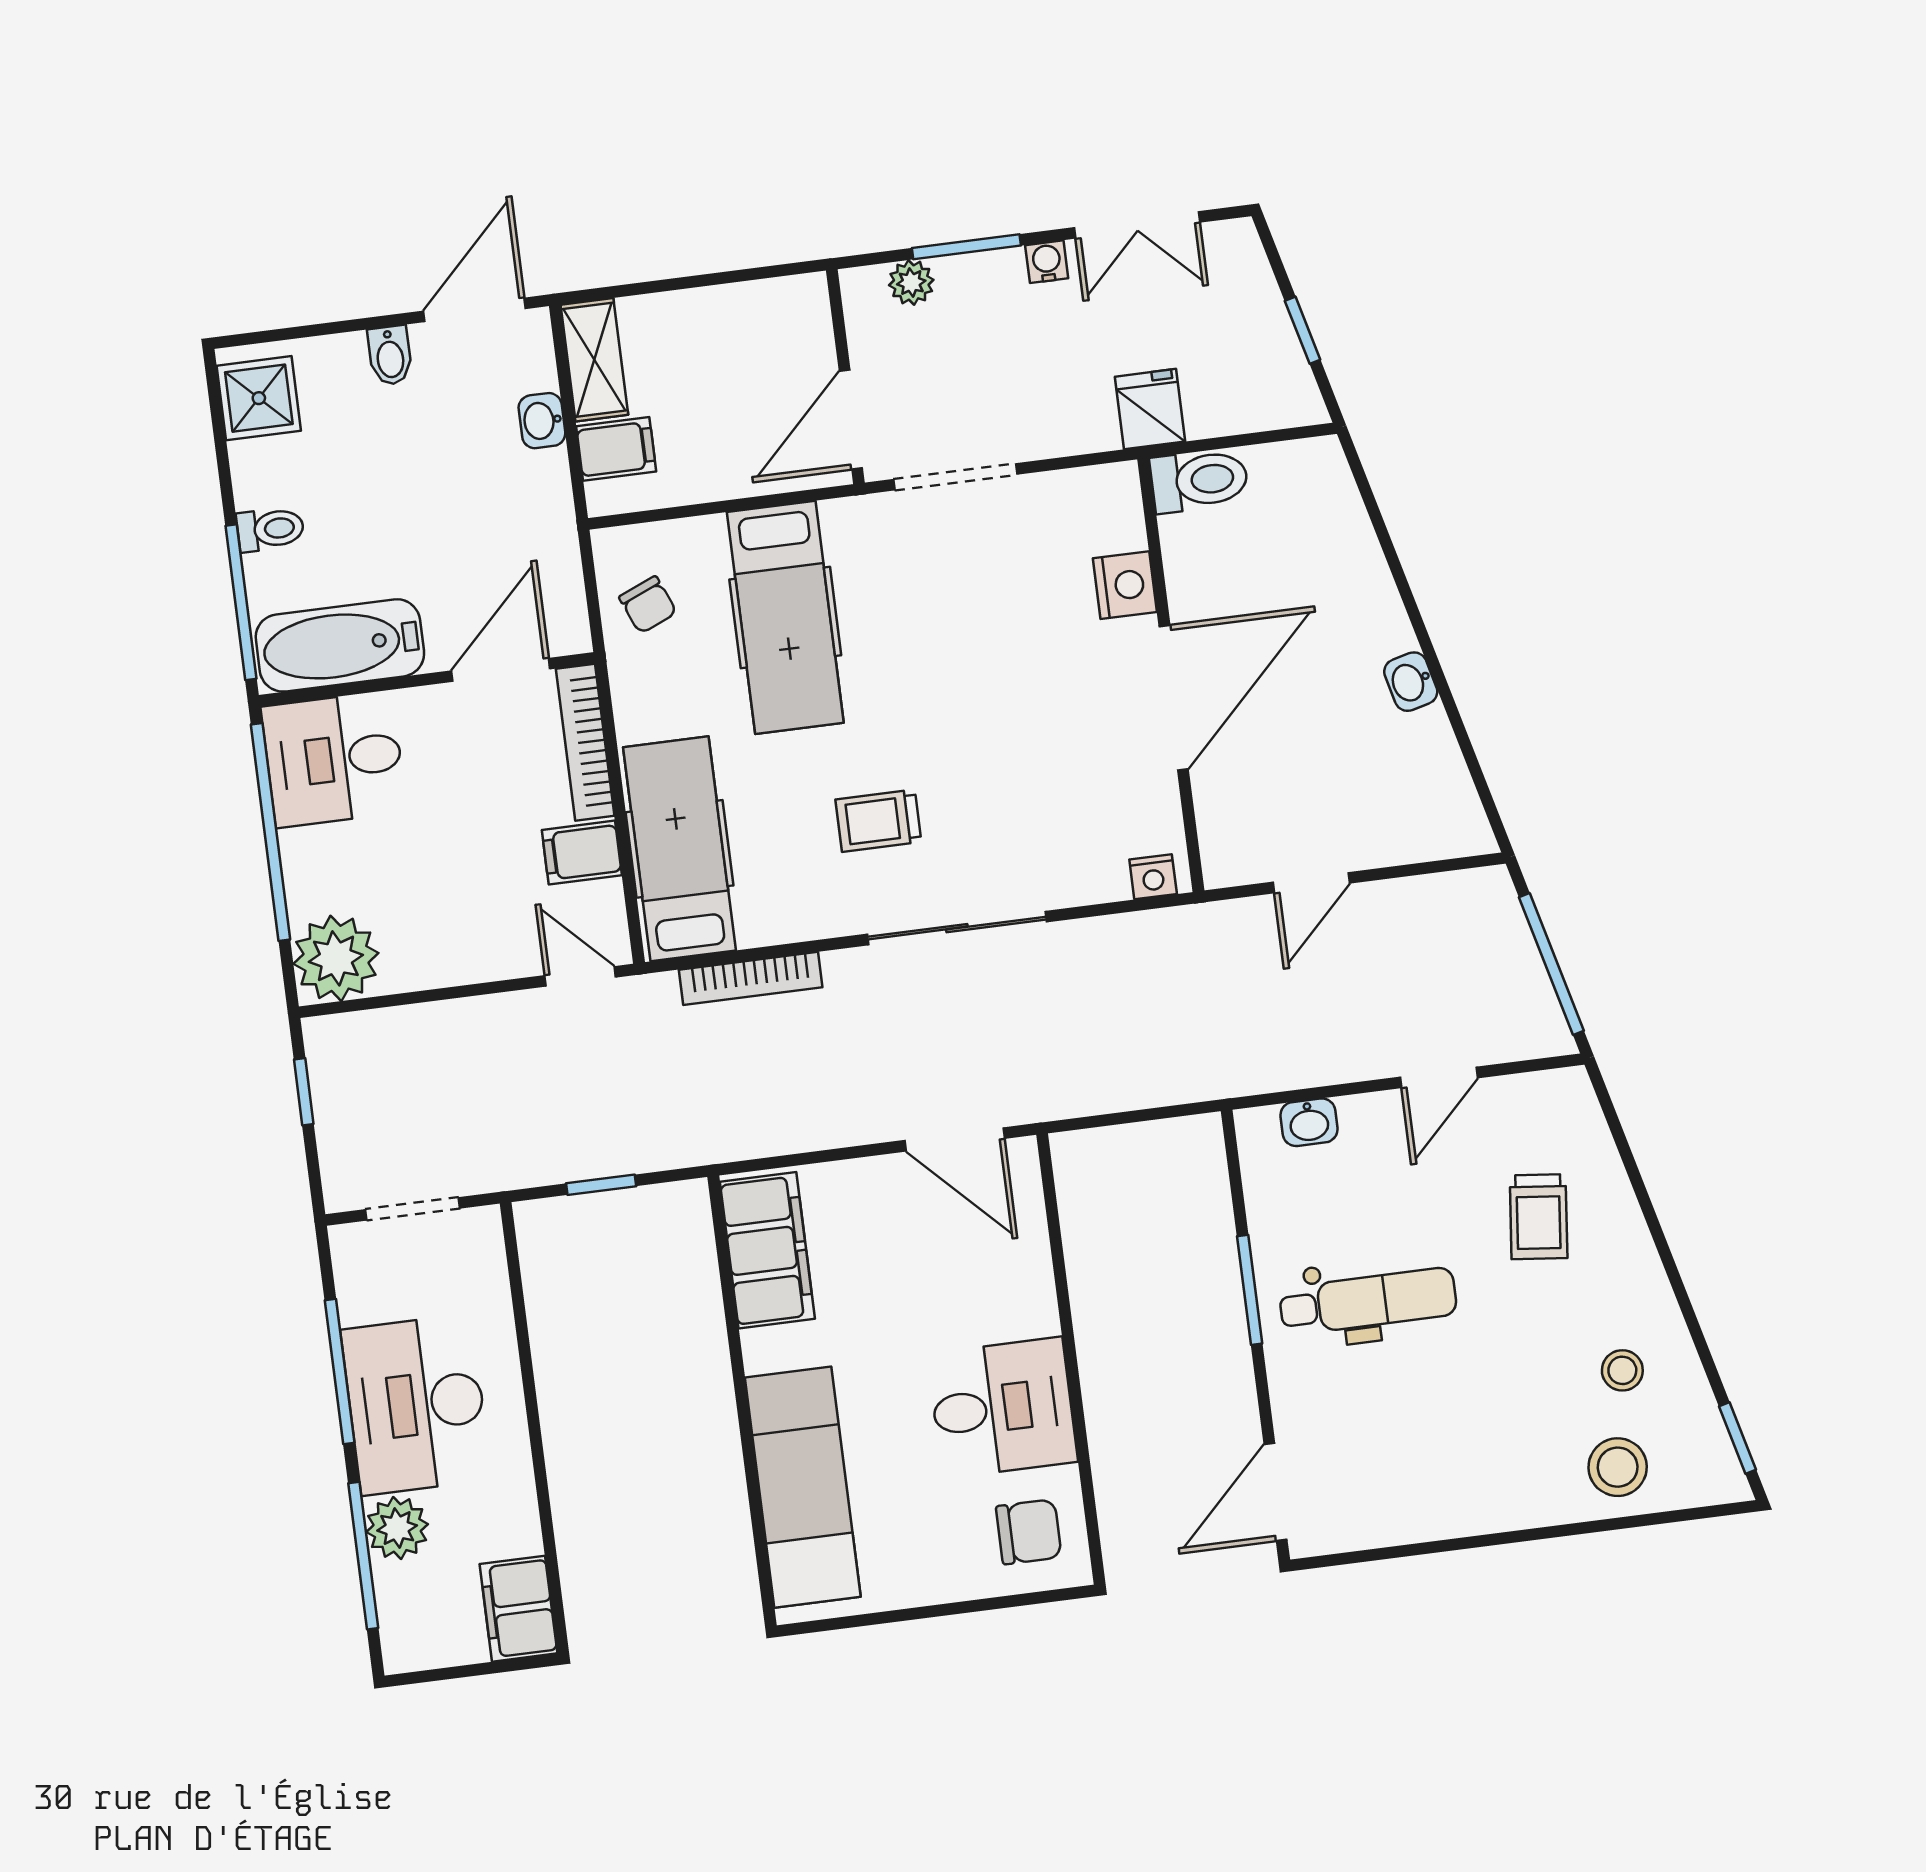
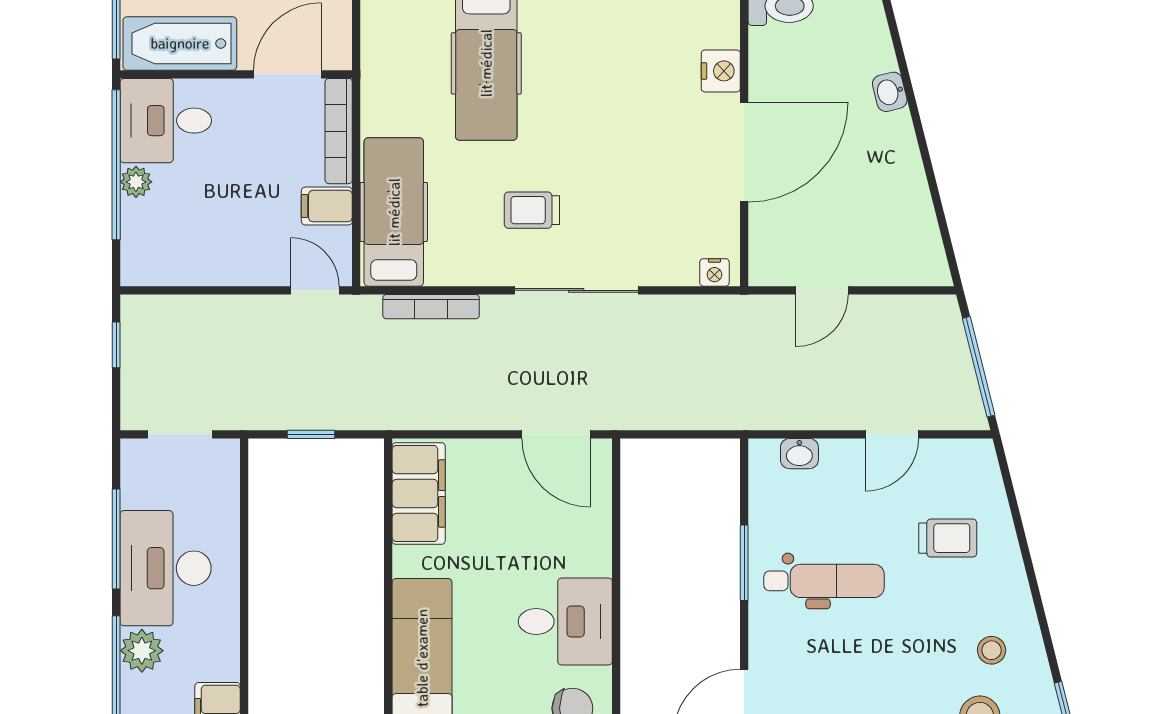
chair: (648, 605) -> (394, 43), removed
washbasin: (1411, 682) -> (890, 92), moved
plant: (336, 958) -> (136, 182), moved, width x0.53, depth x0.53
trolley: (1539, 1217) -> (948, 538), turned -96

